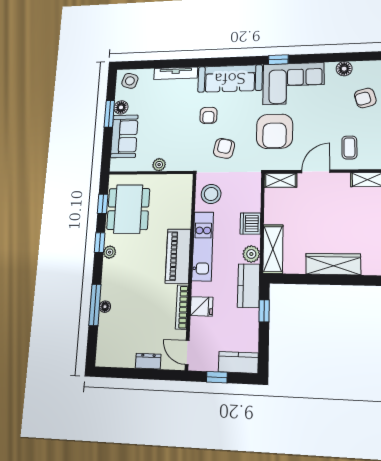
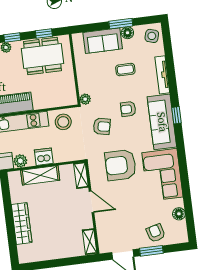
window: (278, 60) -> (176, 115), moved
coffee table: (349, 147) -> (125, 70), moved
plant: (159, 165) -> (85, 99), moved
shelving: (273, 249) -> (40, 175), moved

